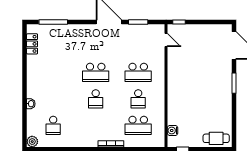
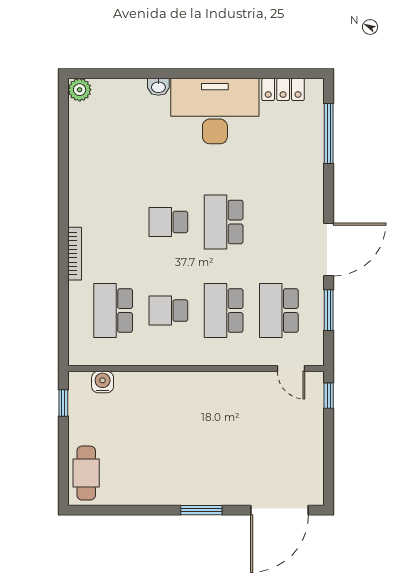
door: (166, 40) -> (291, 369), hinge flipped
desk: (42, 77) -> (215, 111), added
school desk: (53, 125) -> (279, 311), moved, width x1.85

